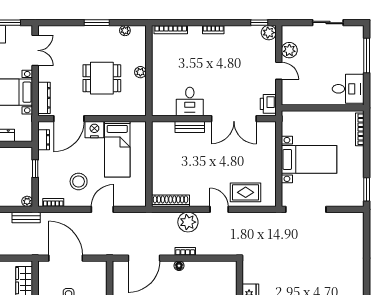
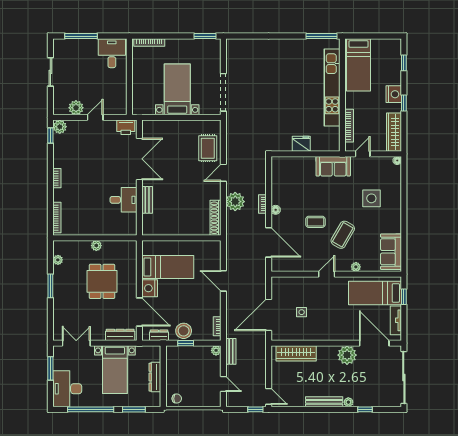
stool: (79, 181) -> (184, 331), moved

